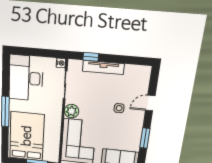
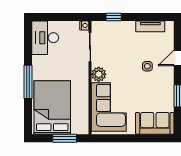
tv unit: (103, 67) -> (150, 26), moved, width x0.71
desk: (26, 78) -> (45, 38), width x0.73, depth x0.77

